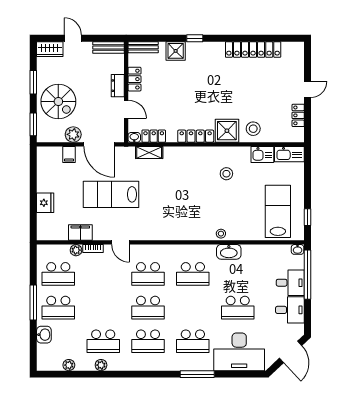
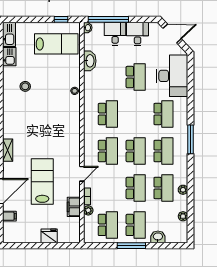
lab bench: (111, 194) -> (42, 182), turned 180
lab bench: (278, 211) -> (56, 44), turned 180
washbasin: (229, 252) -> (90, 61), moved
school desk: (103, 308) -> (136, 188), added
window: (197, 374) -> (190, 139), moved

